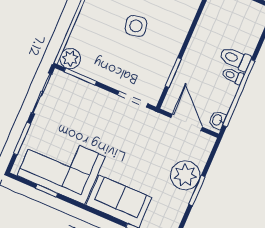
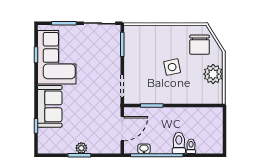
plant: (70, 59) -> (131, 32), removed
toilet: (233, 76) -> (191, 146), moved
washbasin: (217, 120) -> (144, 149), moved
plant: (185, 175) -> (81, 148), width x0.53, depth x0.53

